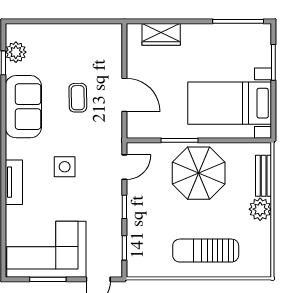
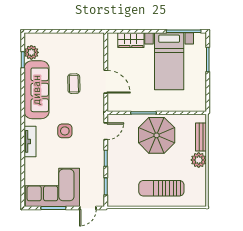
bed with nightstands: (230, 103) -> (169, 61), moved, turned -90
sofa: (23, 107) -> (37, 90), width x1.36

